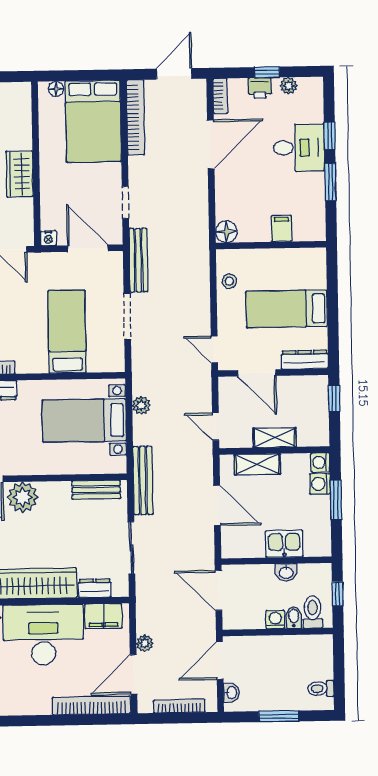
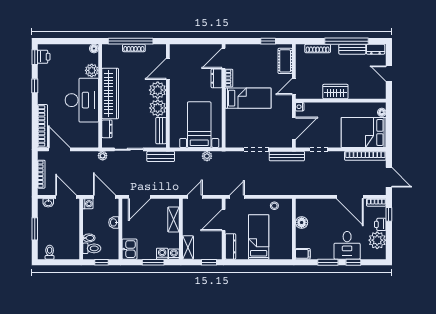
window: (267, 72) -> (389, 214), moved
plant: (289, 86) -> (377, 240), width x1.88, depth x1.88
filing cabinet: (281, 229) -> (303, 254), moved
floor lamp: (226, 232) -> (302, 223), moved
bed: (67, 332) -> (248, 98), moved
shelving: (275, 438) -> (188, 247), moved
bench: (143, 480) -> (161, 156), width x0.73
plant: (55, 497) -> (158, 108), added
door: (217, 505) -> (139, 197), moved
kitchen sink: (284, 544) -> (129, 249), moved
washbasin: (286, 572) -> (114, 222), moved
door: (219, 590) -> (105, 197), hinge flipped
filing cabinet: (103, 616) -> (92, 133), removed
washing machine: (275, 620) -> (88, 204), moved
plant: (145, 643) -> (103, 156), moved
window: (19, 721) -> (35, 86), added

